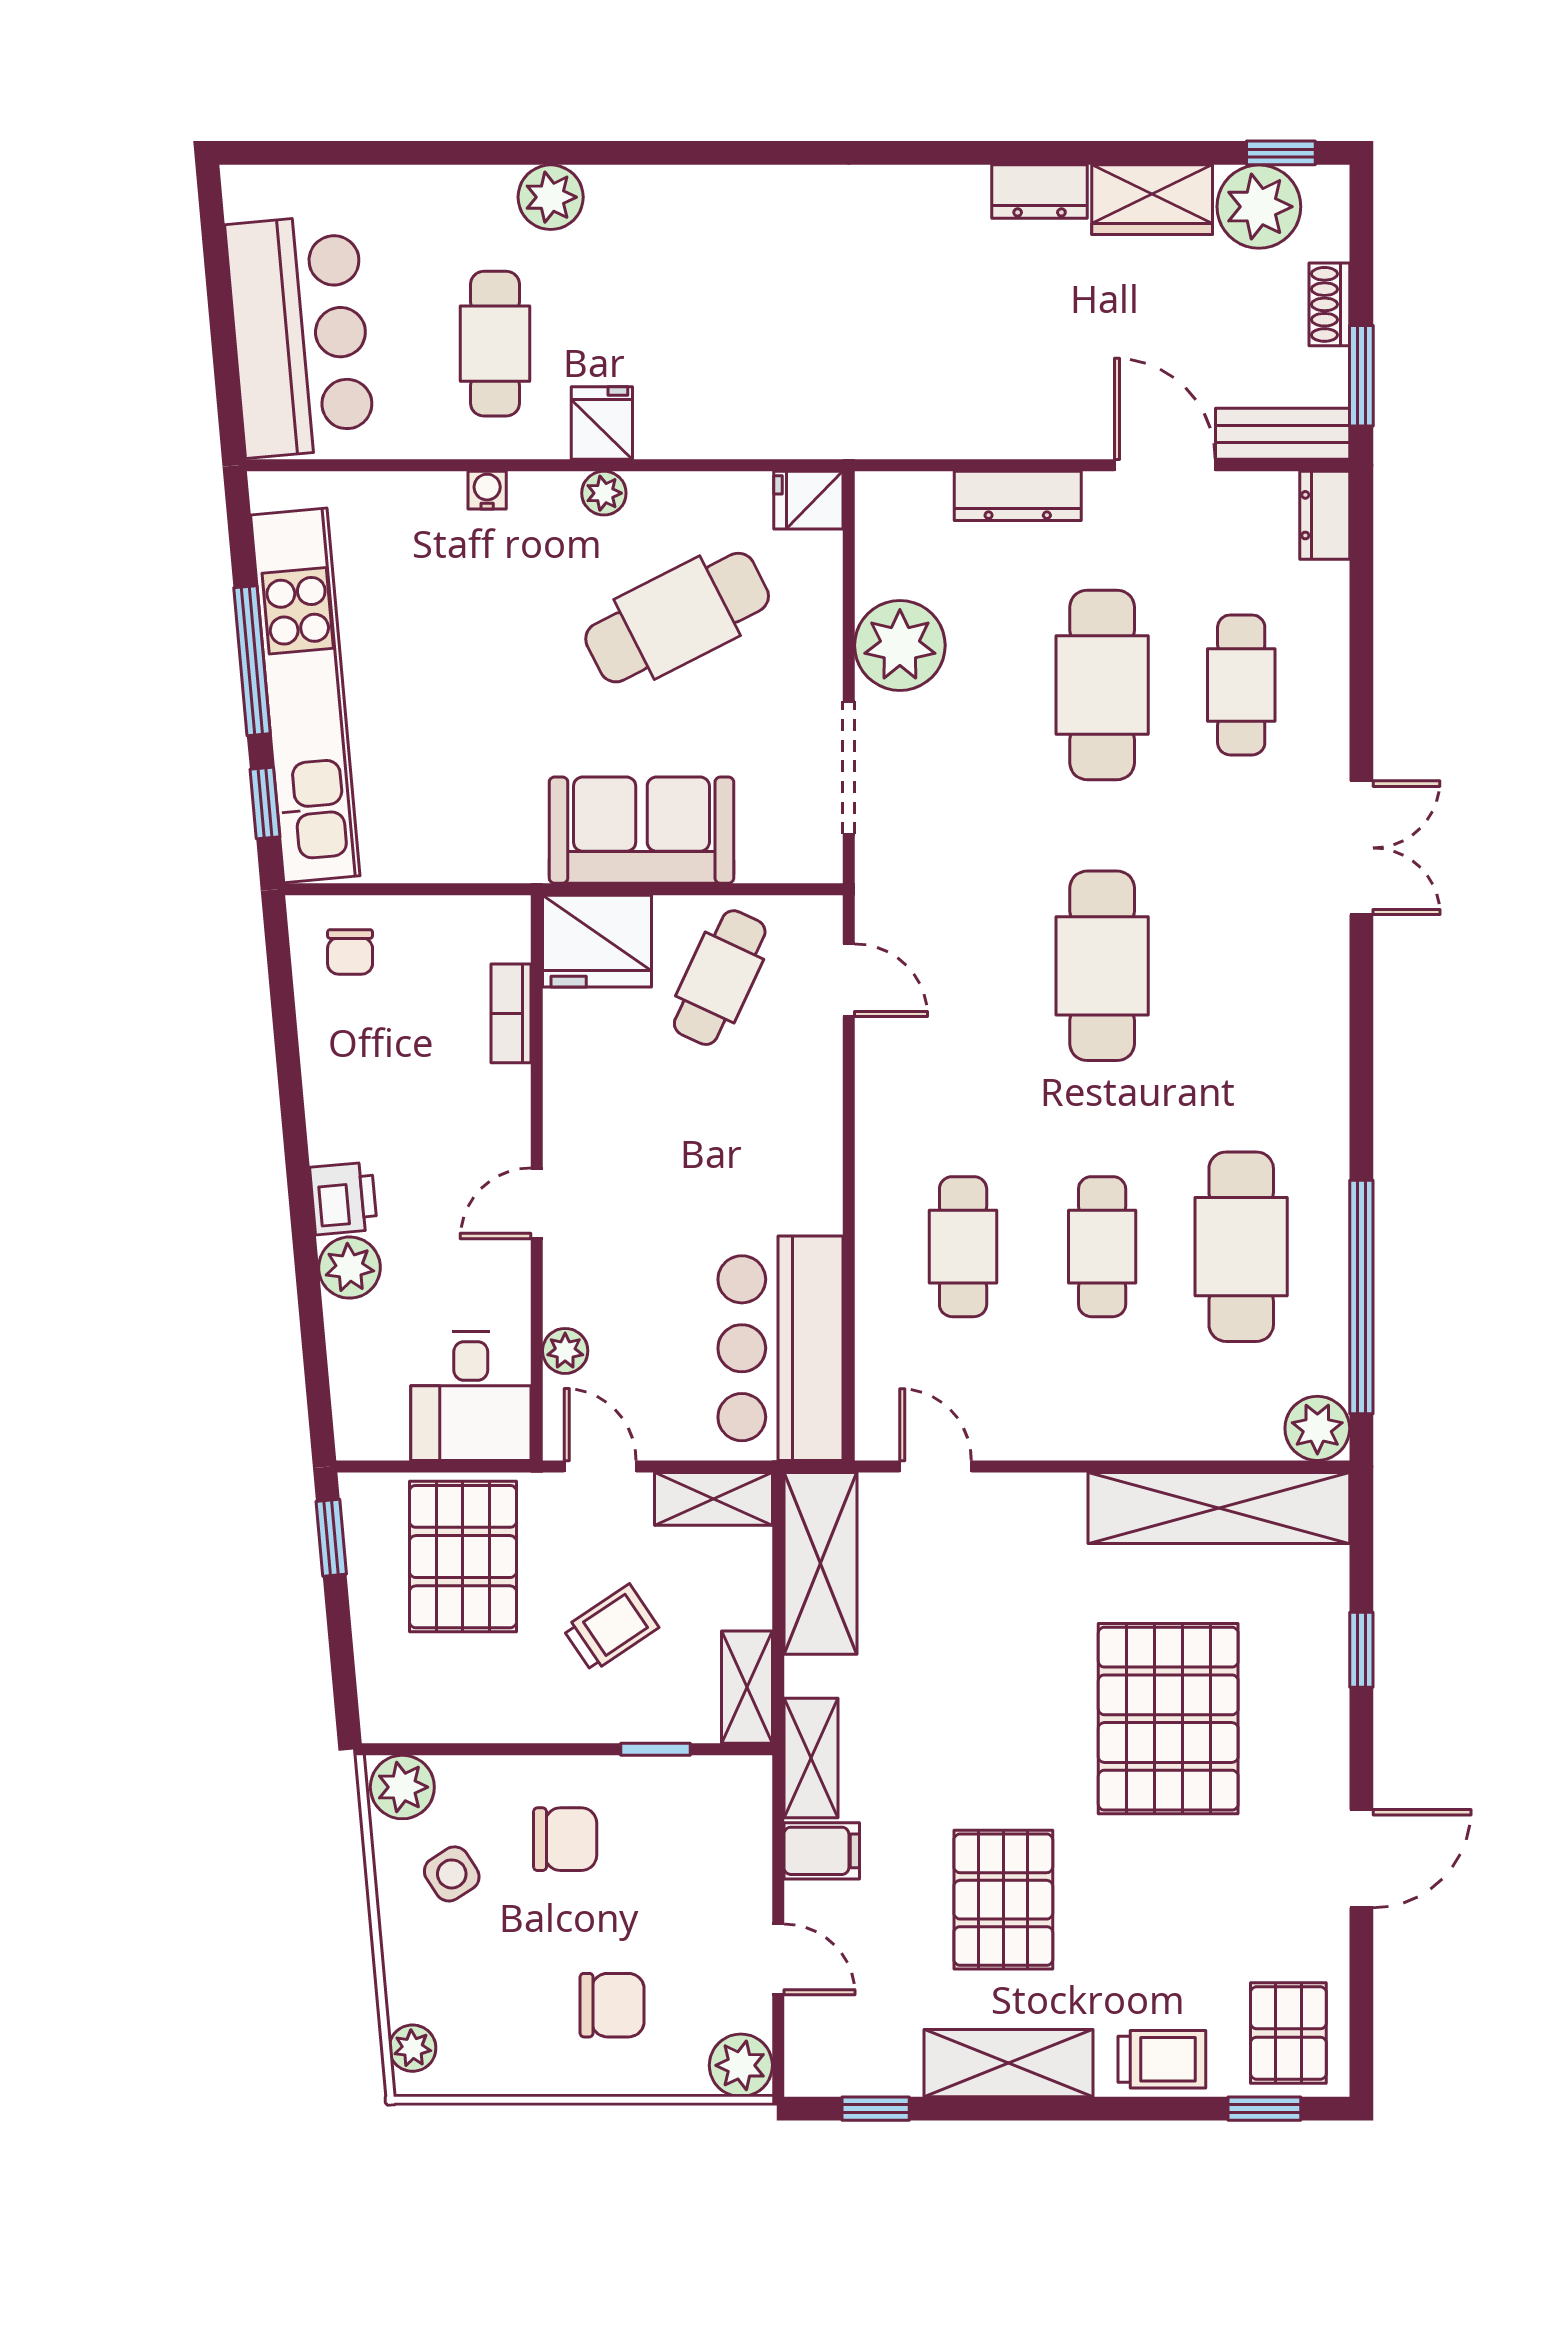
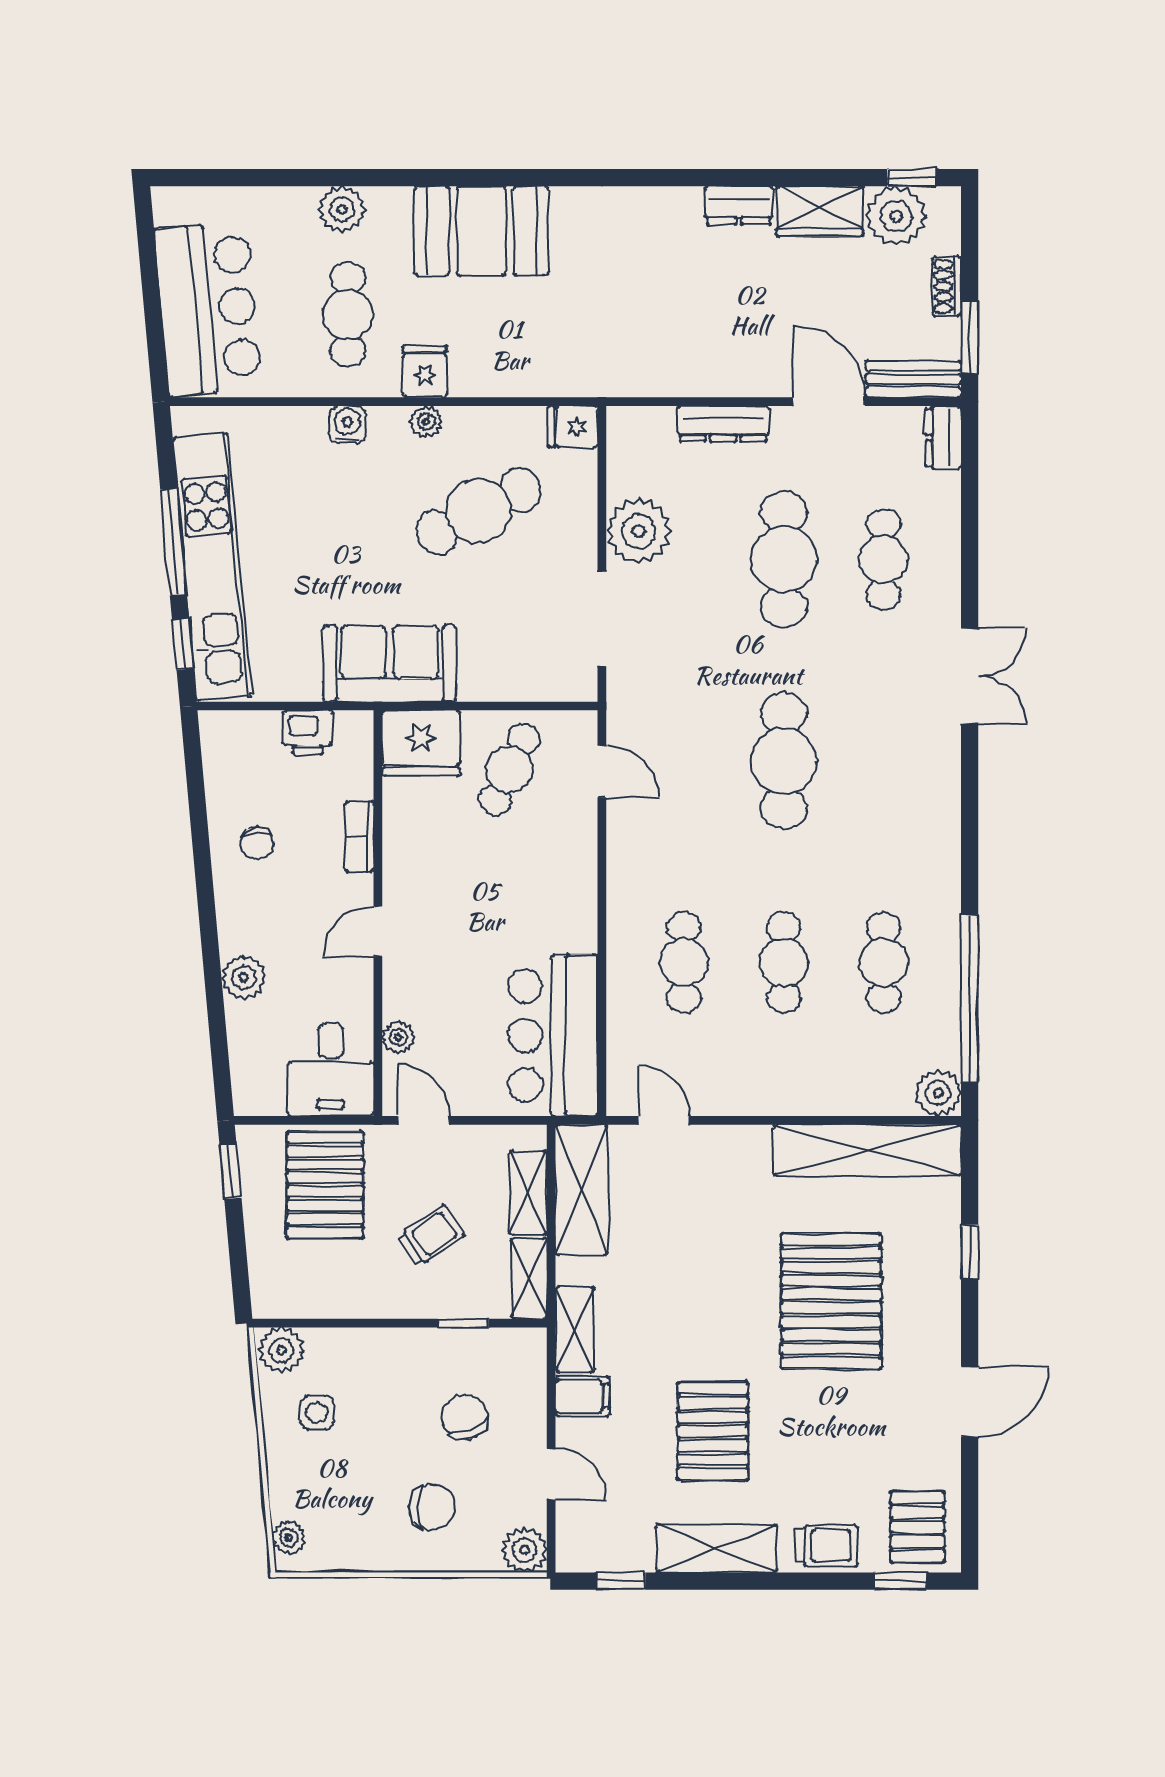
plant: (551, 197) -> (342, 209), moved
booth: (681, 227) -> (481, 231), added
water cooler: (487, 490) -> (348, 425), width x1.38, depth x1.38
sofa: (641, 830) -> (390, 664), moved
chair: (350, 952) -> (257, 843), moved
bookcase: (511, 1013) -> (359, 837), moved
printer: (343, 1198) -> (308, 732), moved, turned 95
cafe table: (1241, 1247) -> (883, 963), width x0.73, depth x0.74
shelving: (713, 1499) -> (528, 1193), moved, turned 90
chair: (565, 1839) -> (465, 1417), moved, turned -111
side table: (452, 1874) -> (317, 1413), turned 33

